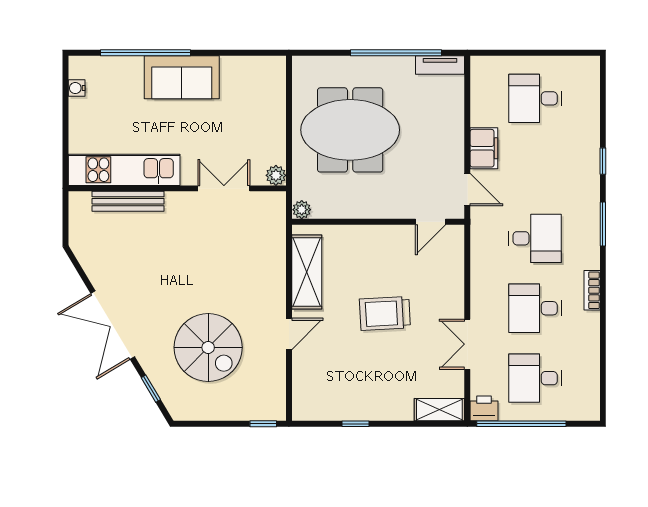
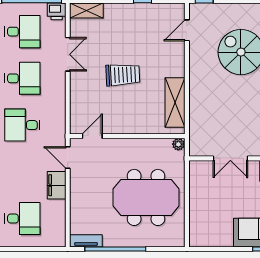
plant: (276, 175) -> (196, 167), removed
door: (289, 334) -> (187, 30), moved

